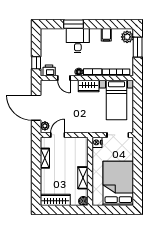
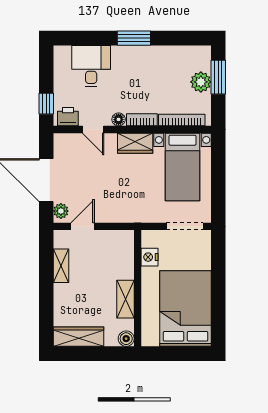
window: (73, 24) -> (134, 38), moved
filing cabinet: (106, 35) -> (165, 56), removed
plant: (127, 37) -> (201, 82), moved
desk: (78, 41) -> (91, 66), moved
nightstand: (97, 142) -> (149, 257), moved

